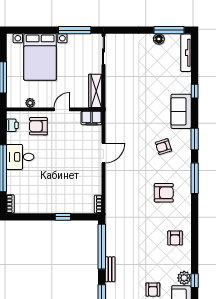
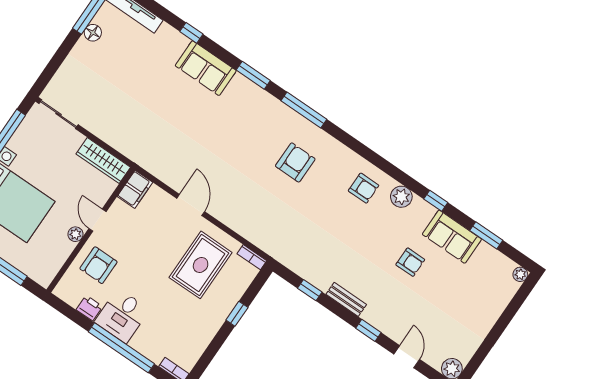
plant: (30, 103) -> (75, 234), moved
printer: (12, 125) -> (89, 308), moved
armchair: (163, 147) -> (236, 122), removed
rug: (75, 180) -> (201, 265), added
window: (102, 247) -> (310, 290), width x0.32
plant: (184, 278) -> (401, 197), moved

